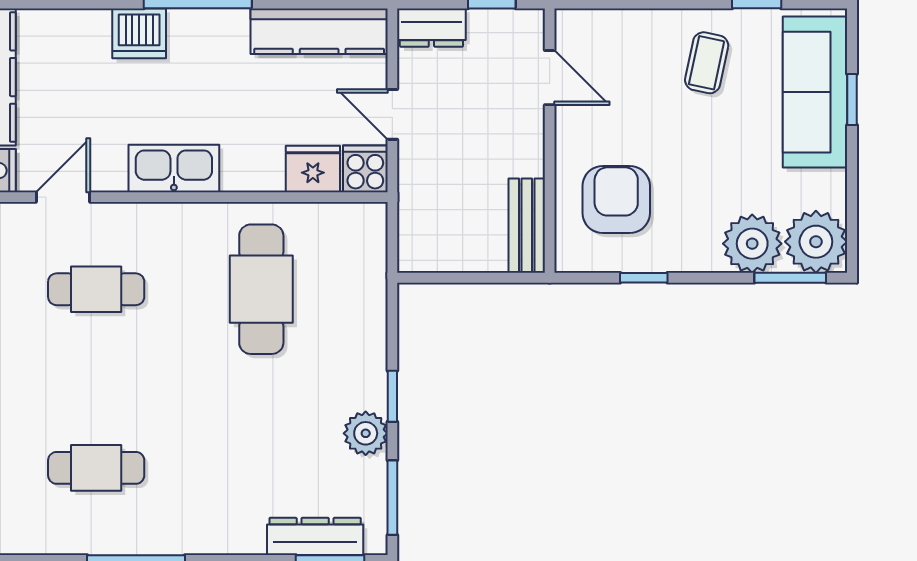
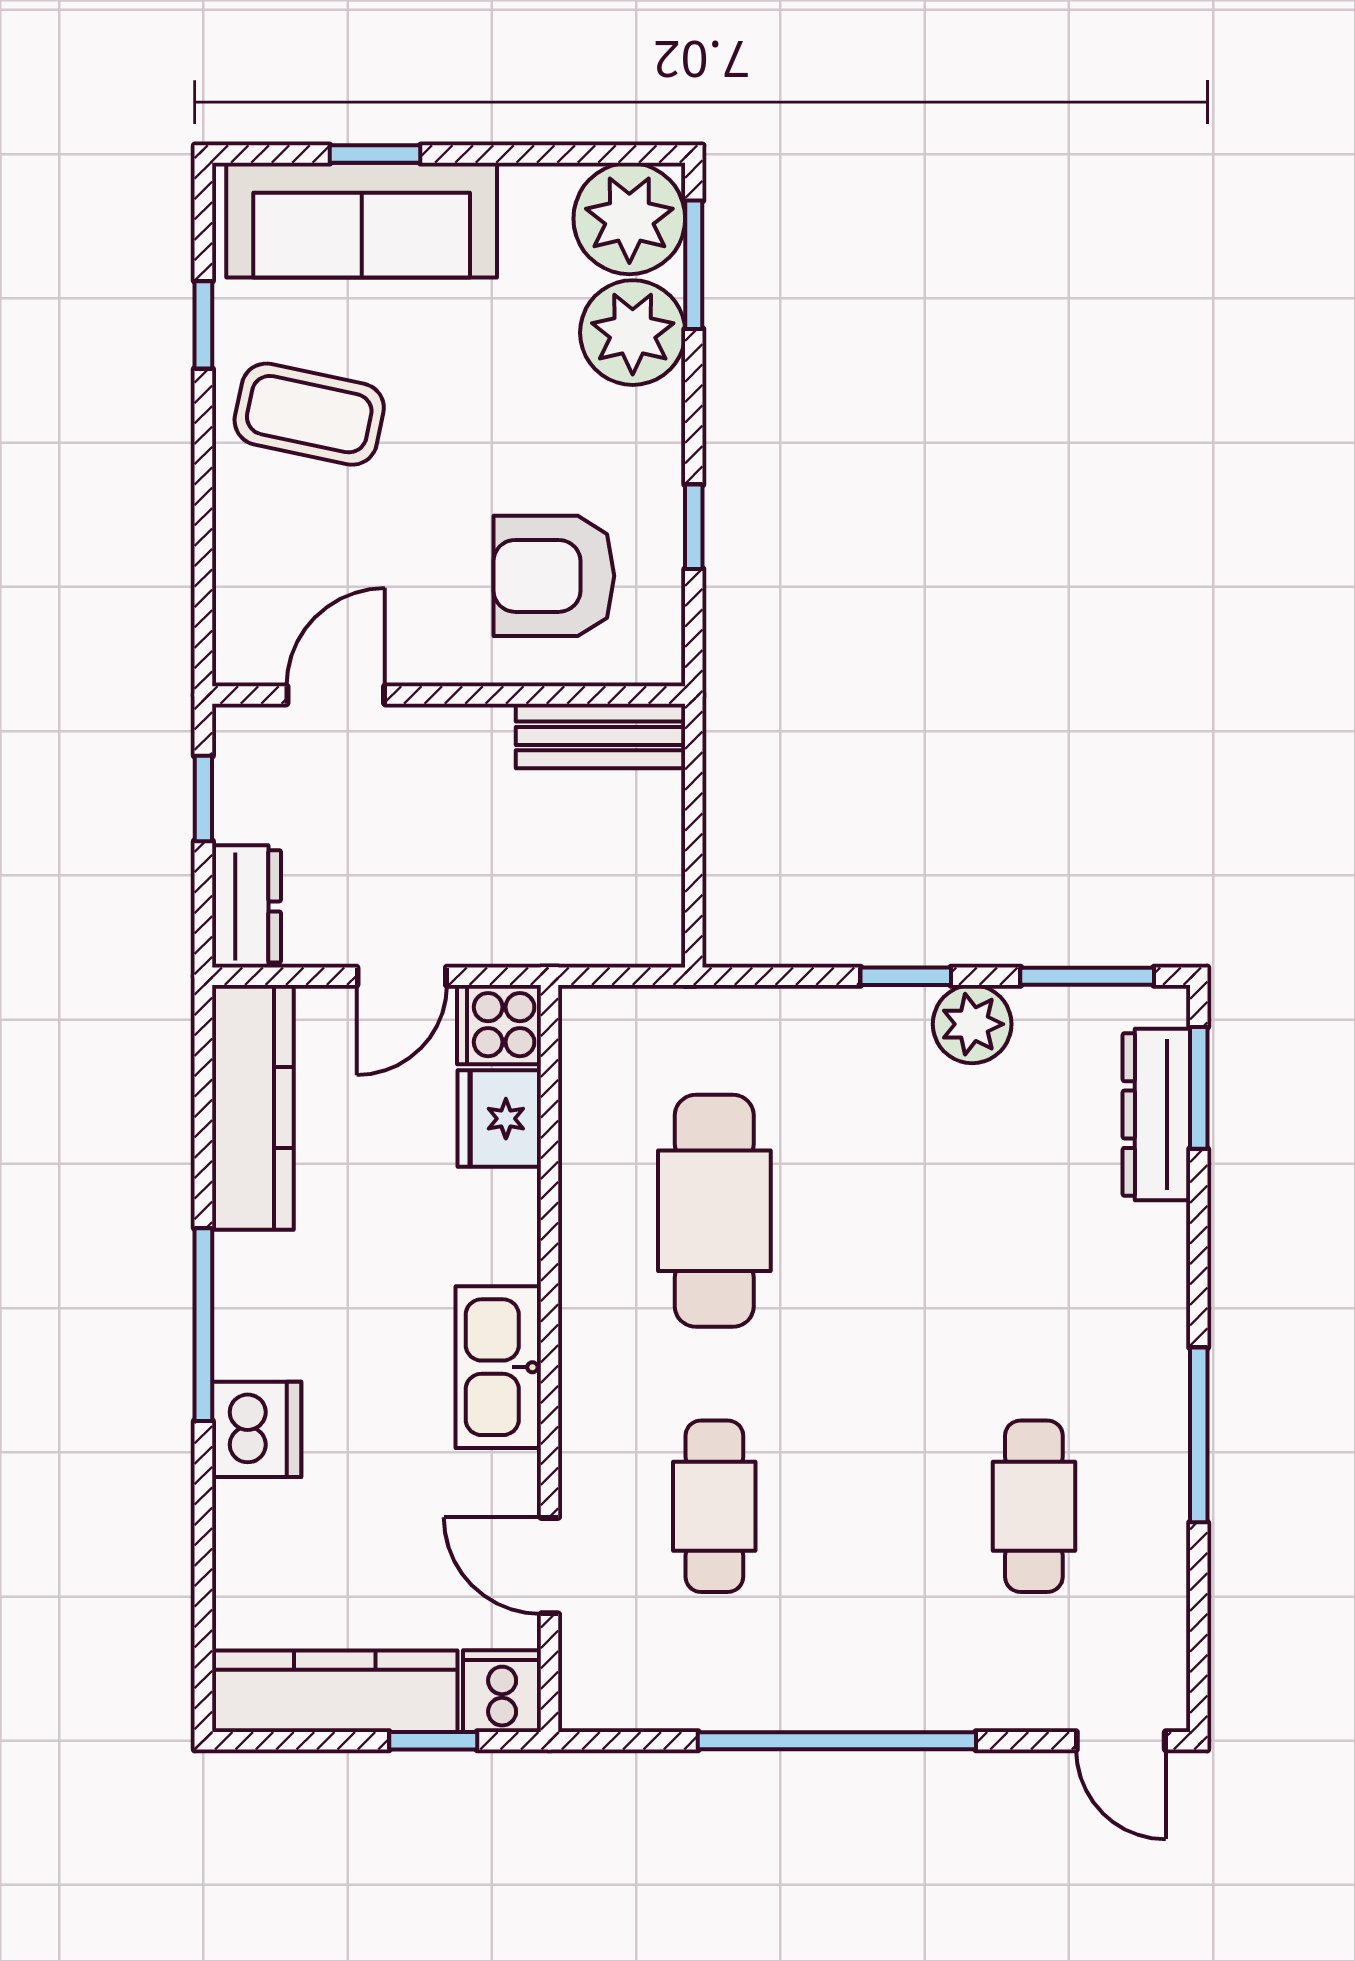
coffee table: (707, 63) -> (309, 414), width x1.36, depth x1.30
cafe table: (261, 289) -> (714, 1211), turned 90

